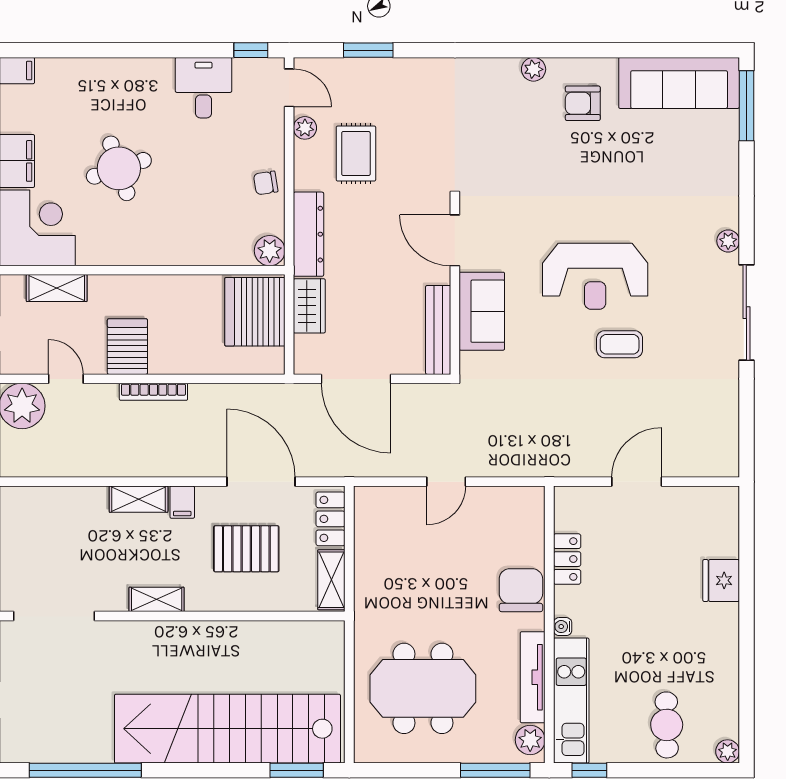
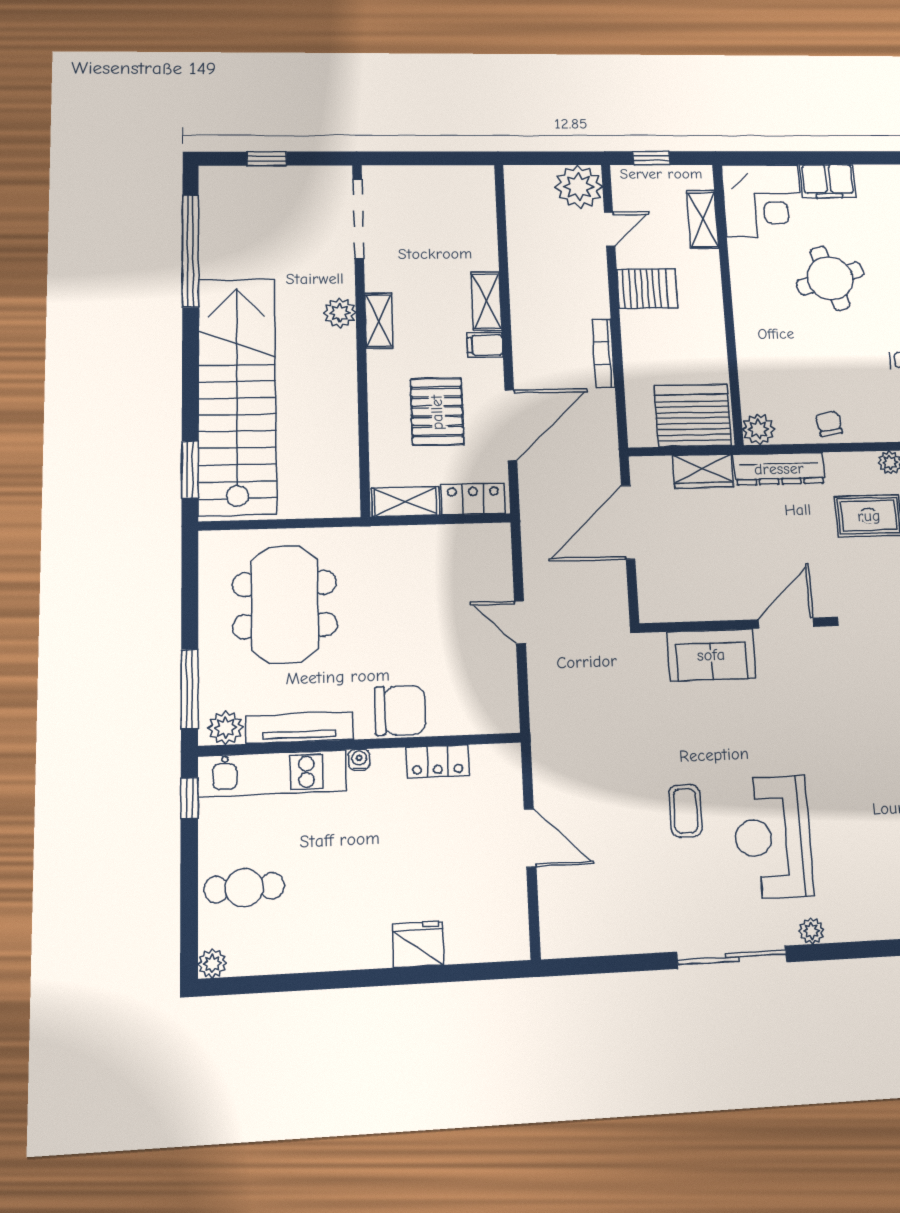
reception desk: (595, 276) -> (773, 837), moved
bench: (438, 330) -> (687, 608), removed
bookcase: (153, 392) -> (604, 353), moved
plant: (149, 635) -> (340, 313), added

